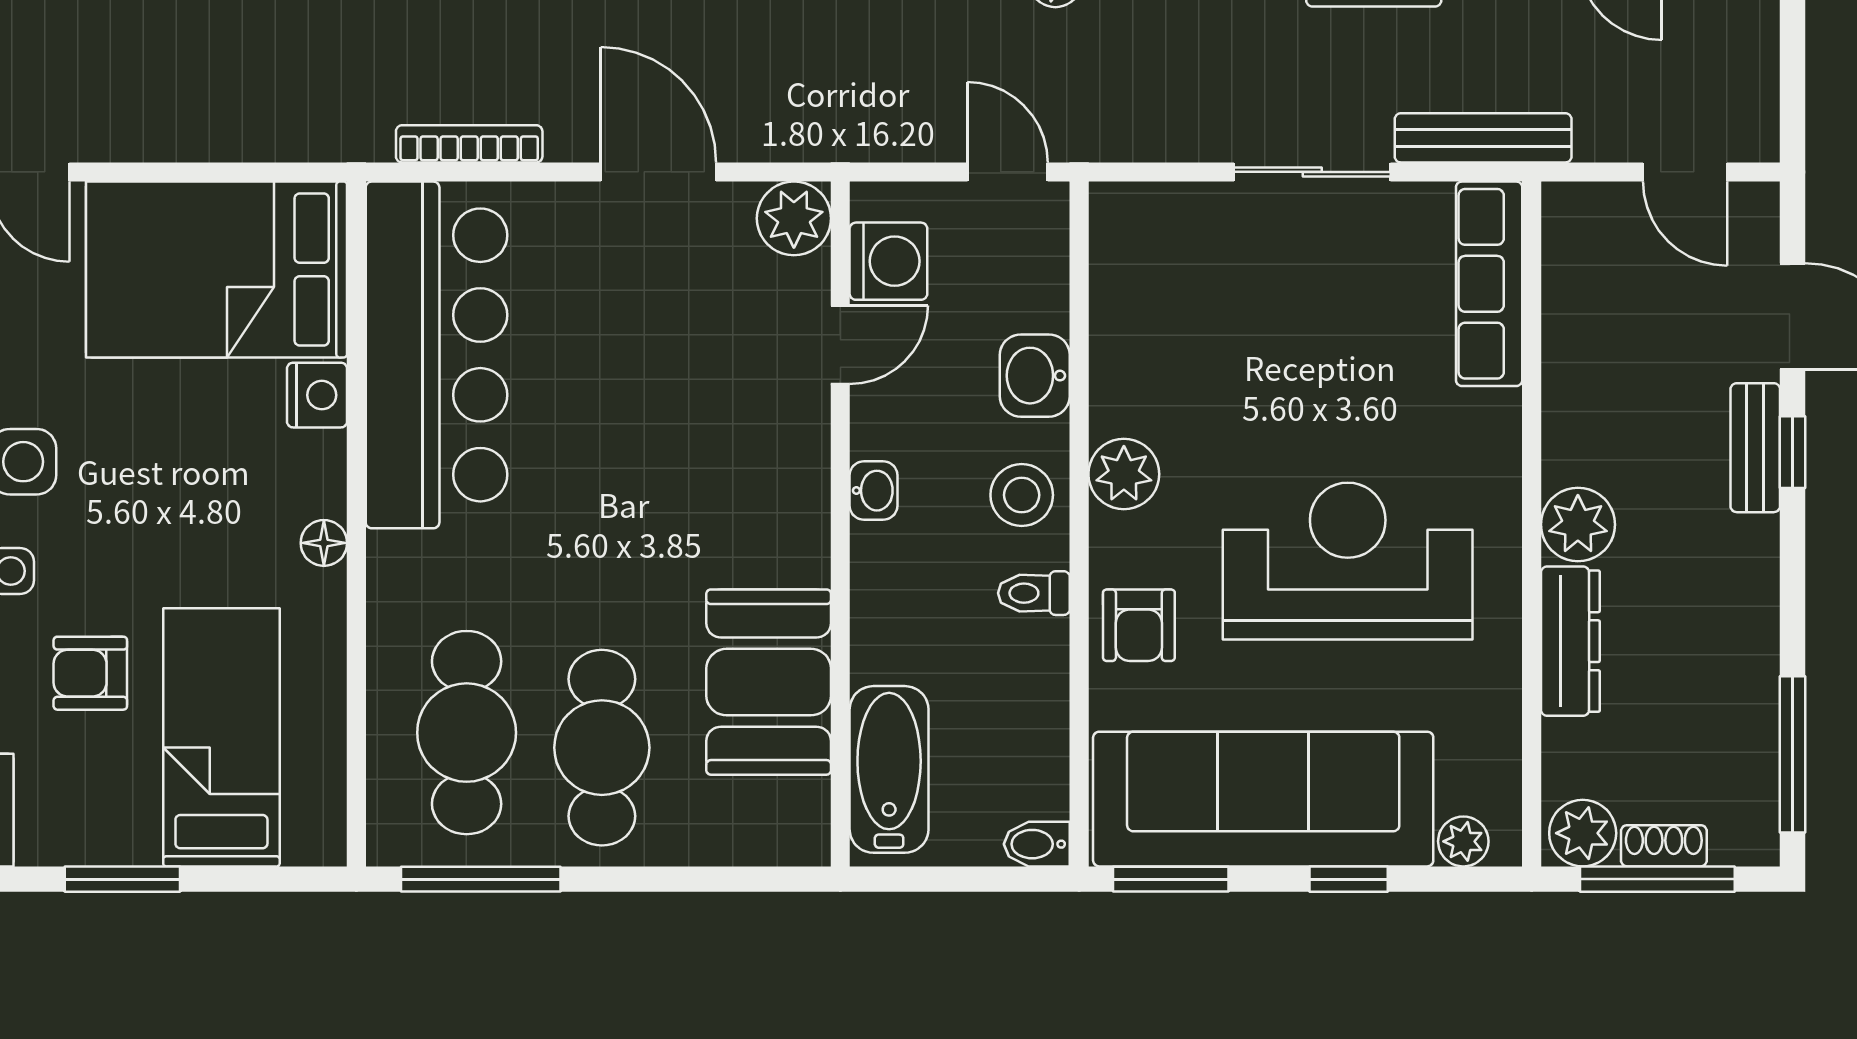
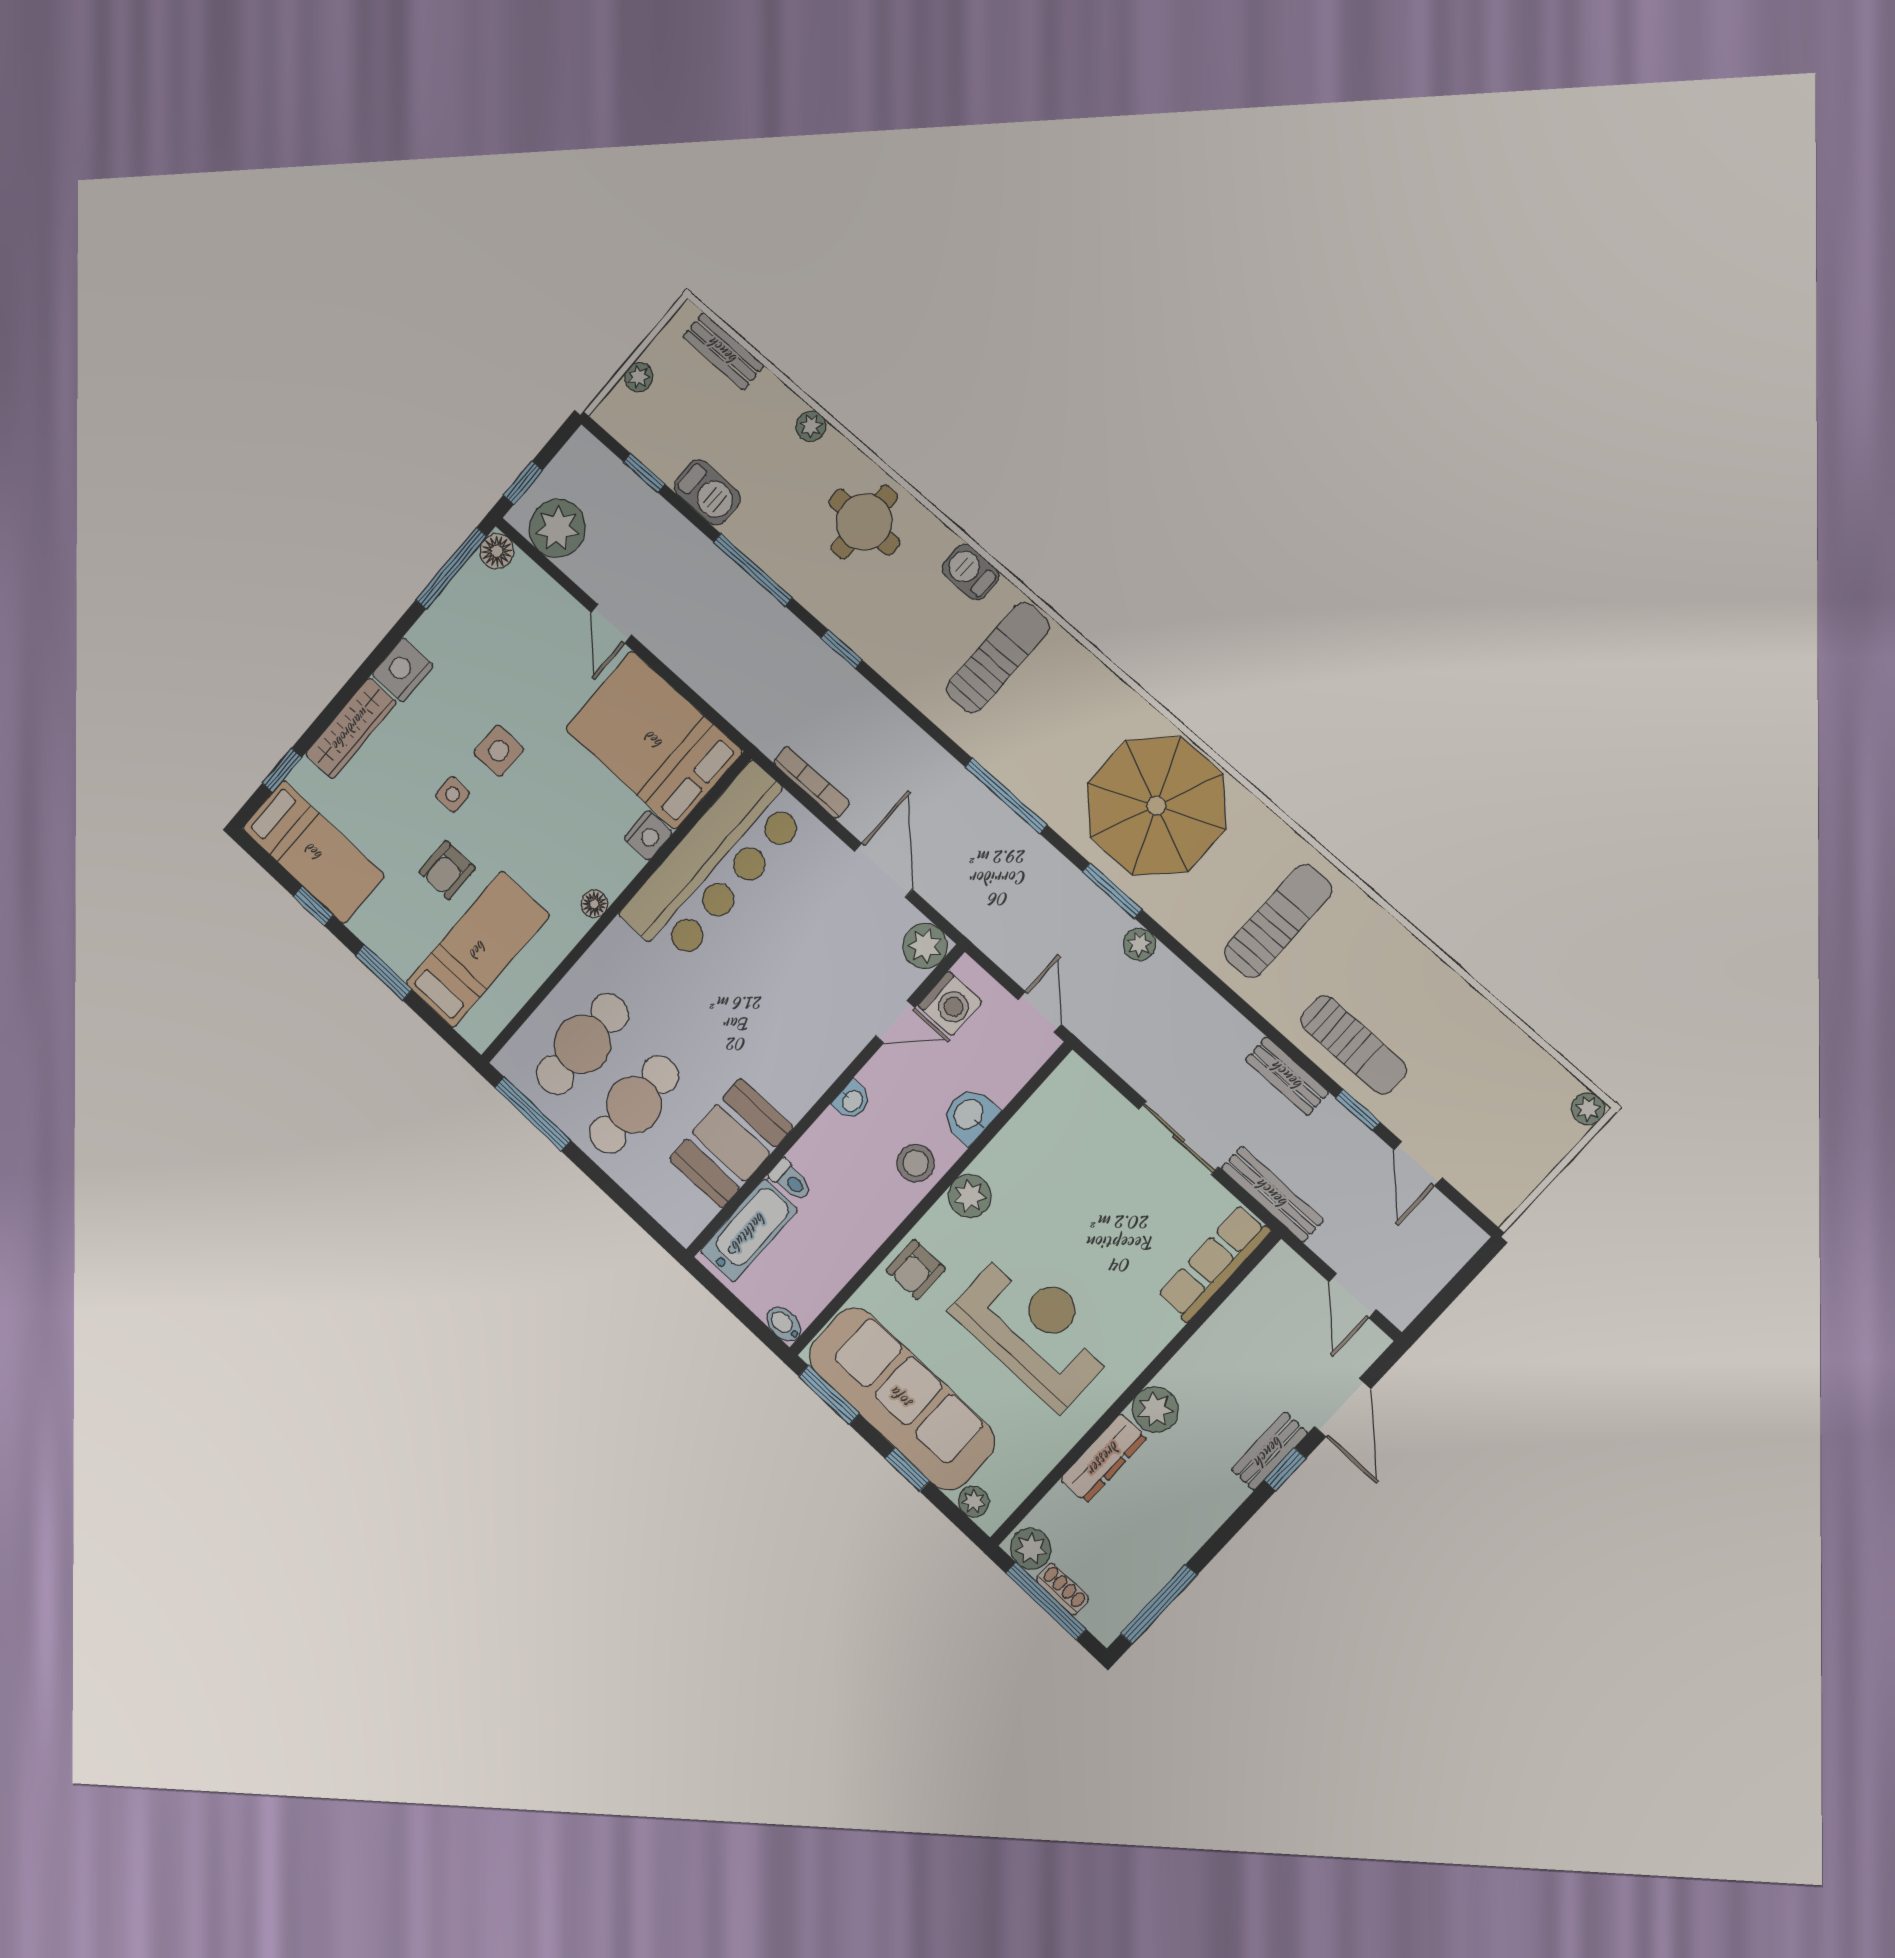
toilet: (1034, 593) -> (791, 1180), moved, turned 180
armchair: (90, 673) -> (447, 870), turned -90

